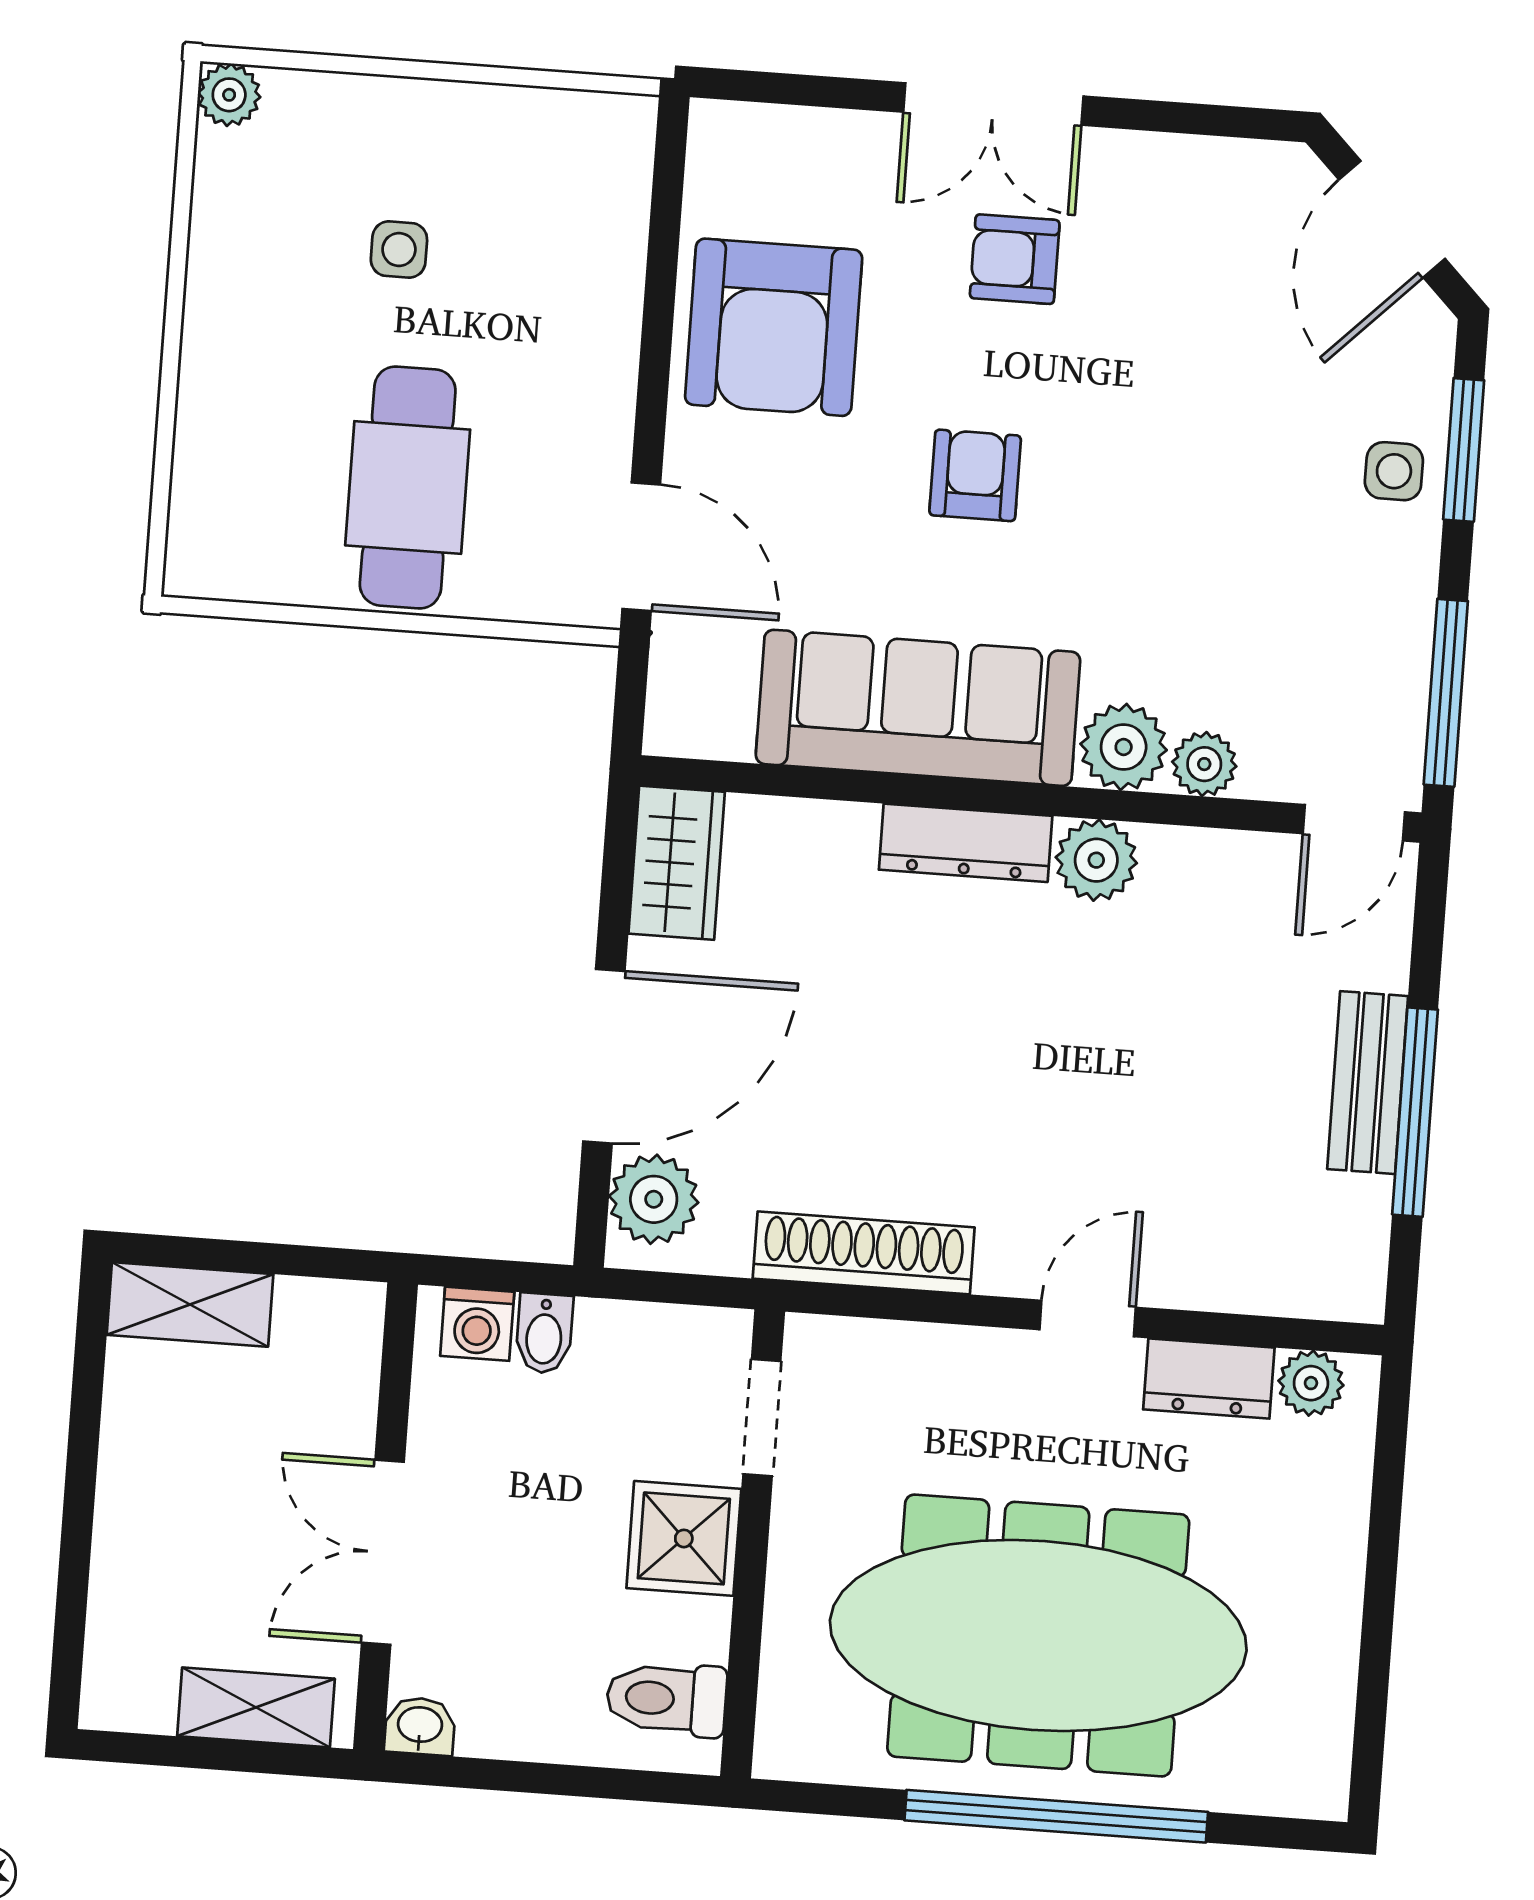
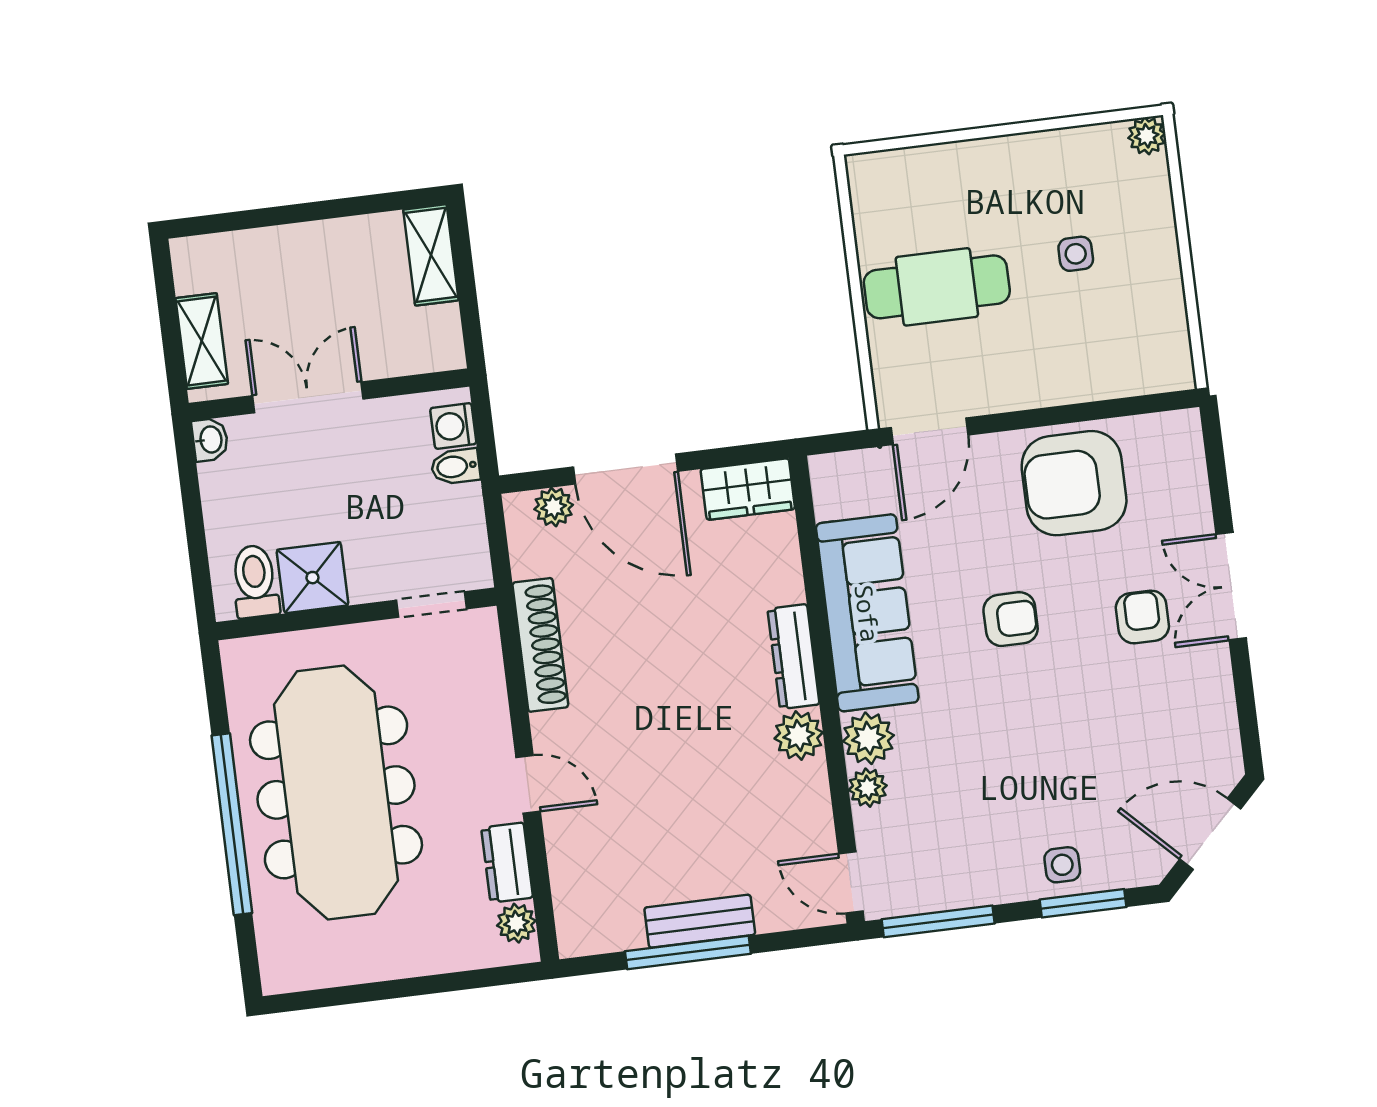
plant: (654, 1199) -> (554, 507), width x0.73, depth x0.73
shower: (684, 1538) -> (312, 578), moved

